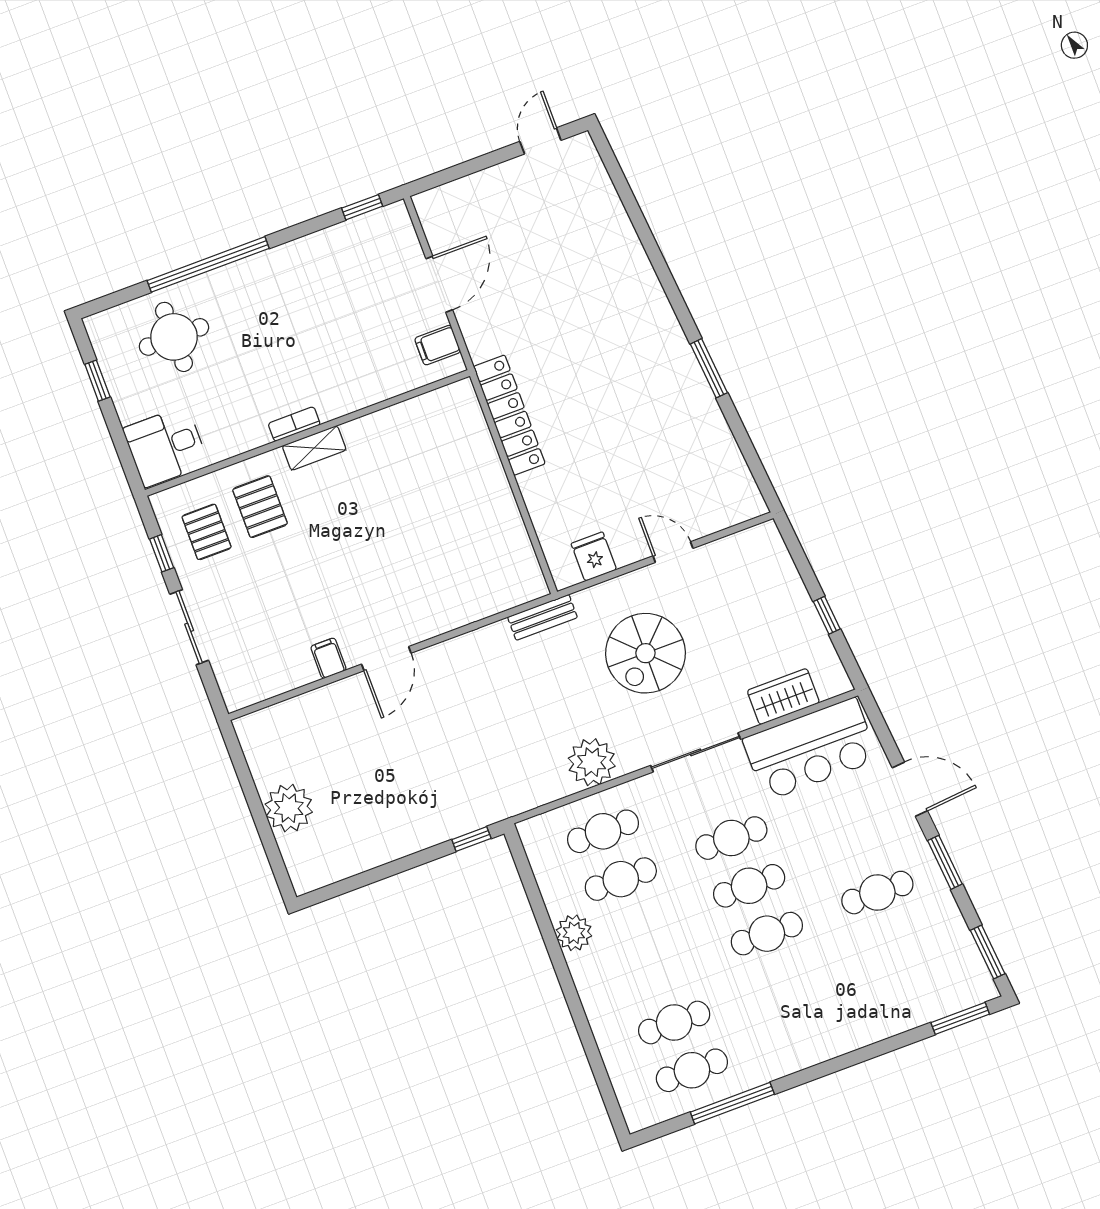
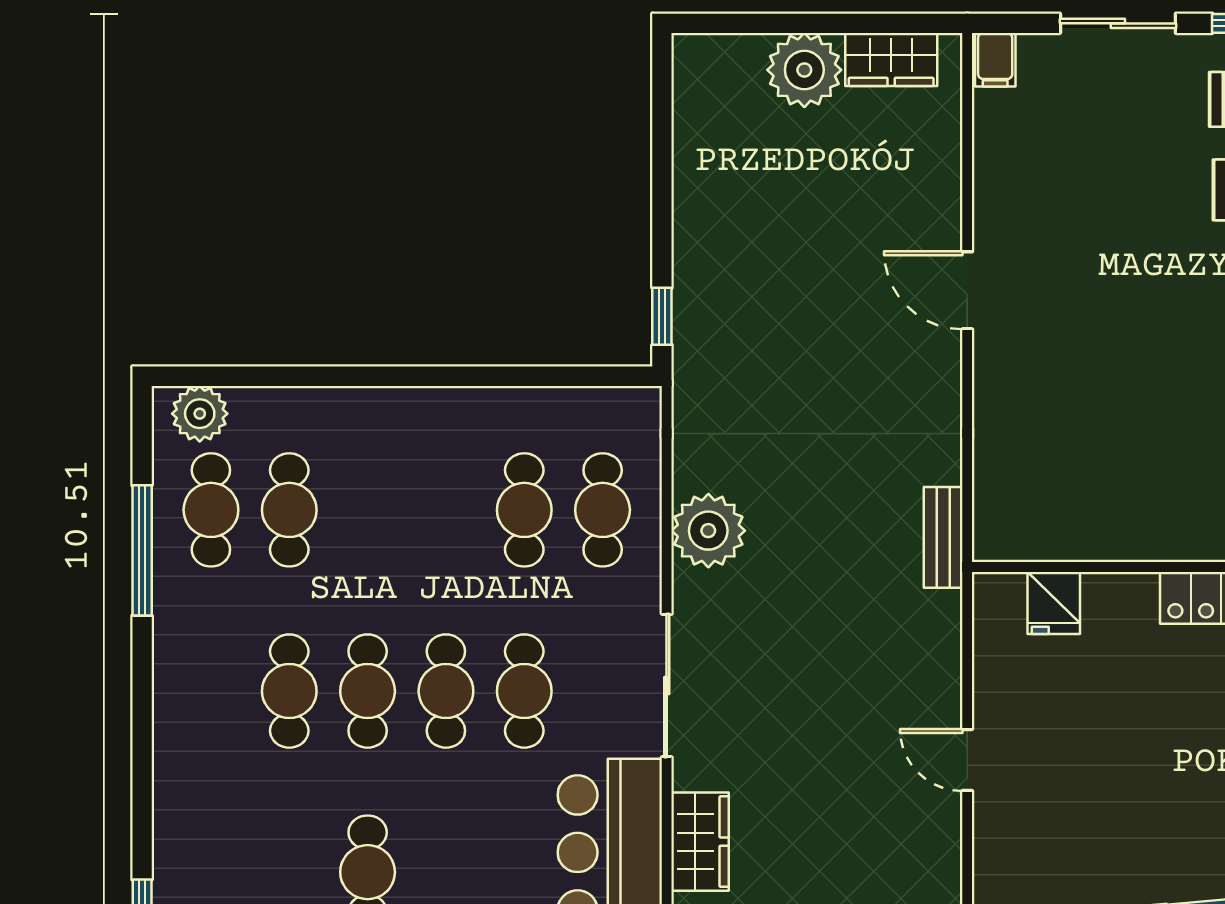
door: (673, 552) -> (967, 760), swing flipped
fridge: (594, 557) -> (1054, 603), moved, turned 90
spiral stairs: (645, 653) -> (836, 666), removed
filing cabinet: (328, 658) -> (995, 60), moved, turned 90
wardrobe: (263, 757) -> (891, 59), added
plant: (574, 933) -> (200, 414), moved
cafe table: (785, 981) -> (289, 691), added

